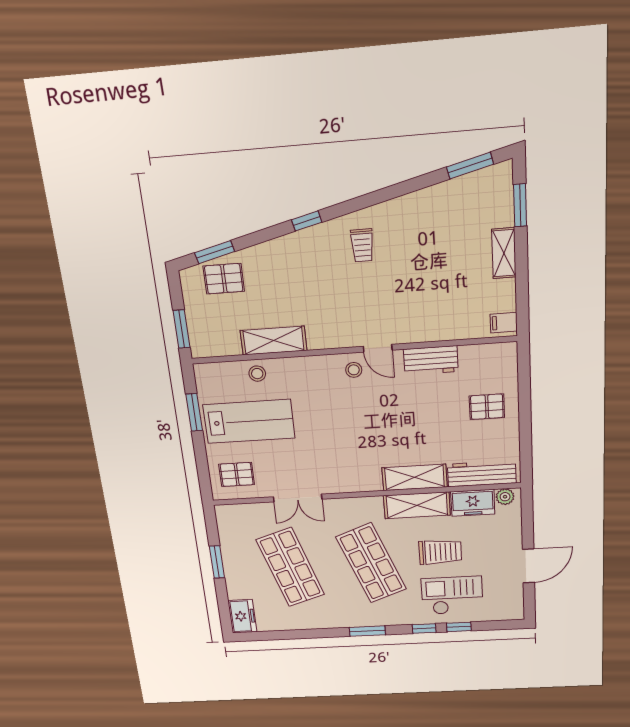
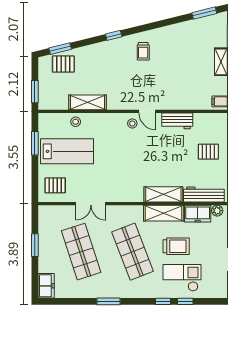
window: (367, 631) -> (109, 301), moved

